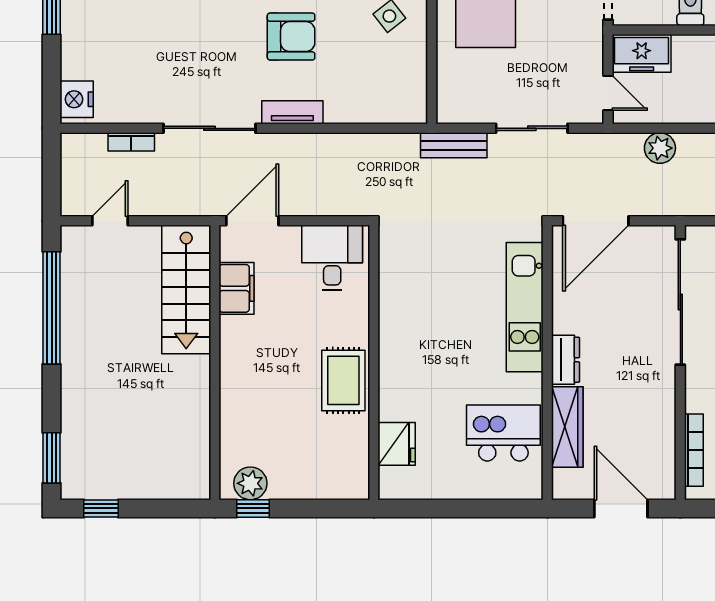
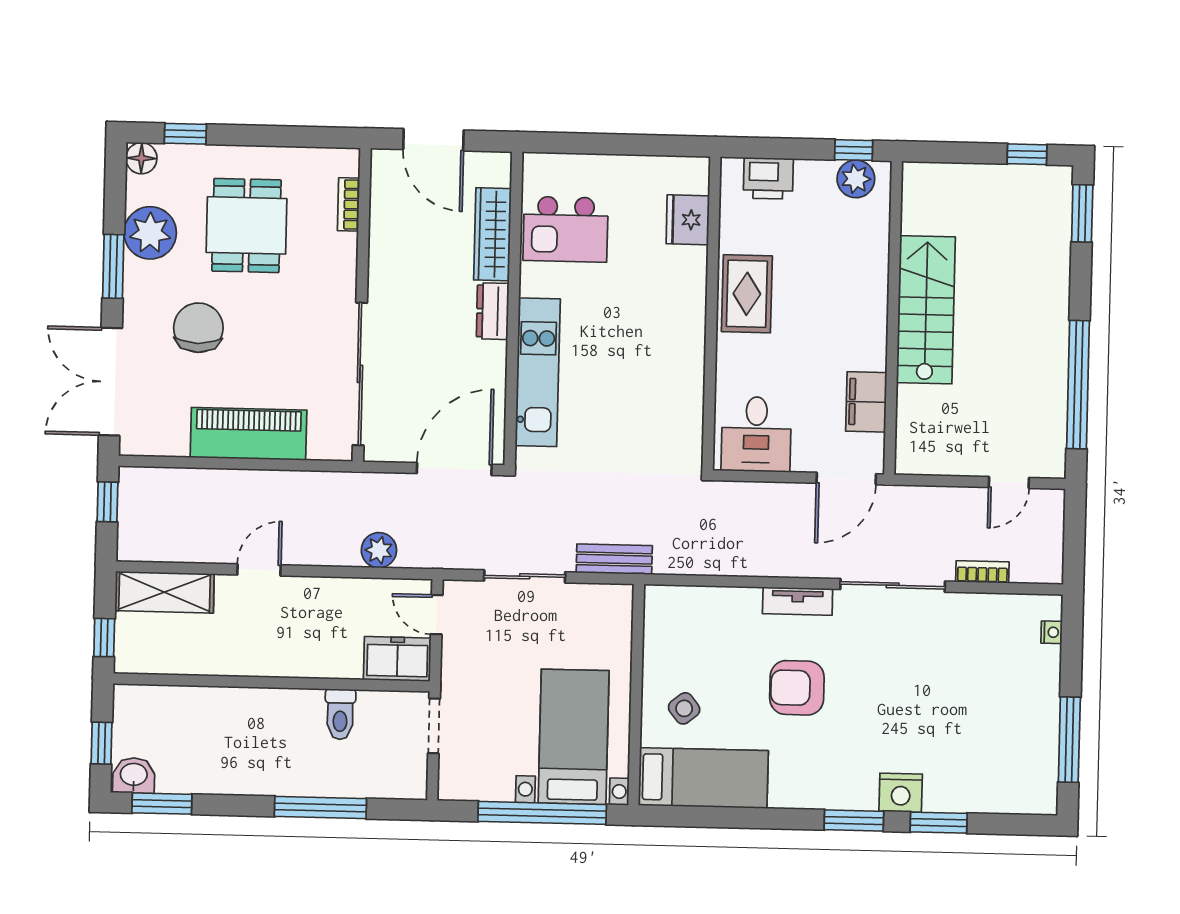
nightstand: (77, 99) -> (1052, 632), width x0.53, depth x0.56
stairs: (186, 290) -> (926, 310), moved
bookcase: (694, 450) -> (349, 204), width x0.64
printer: (327, 482) -> (768, 178), added

